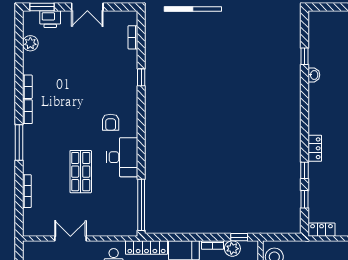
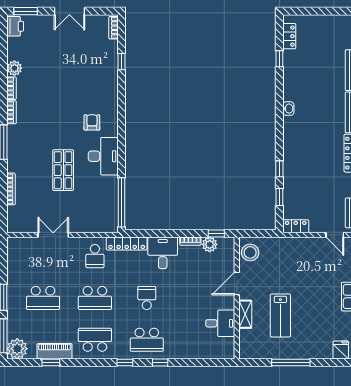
printer: (50, 19) -> (15, 26), moved, turned -90
bookcase: (133, 37) -> (114, 28), moved
plant: (30, 43) -> (14, 68), moved
washbasin: (314, 75) -> (288, 109), moved
window: (141, 77) -> (122, 62), moved
armchair: (111, 122) -> (92, 122), turned 180
locker: (315, 148) -> (289, 36), moved

